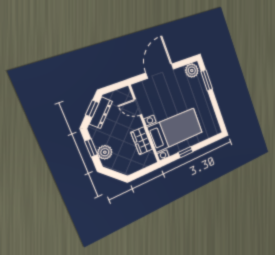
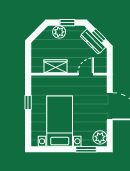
bed with nightstands: (175, 130) -> (60, 121), moved, turned 180

